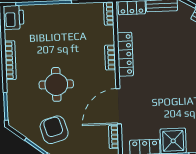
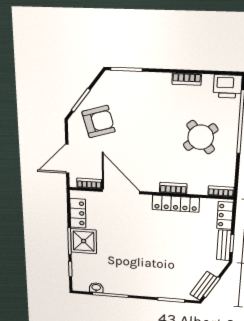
bookcase: (10, 60) -> (187, 79), width x0.64
round table: (56, 84) -> (201, 137), moved, turned -38

